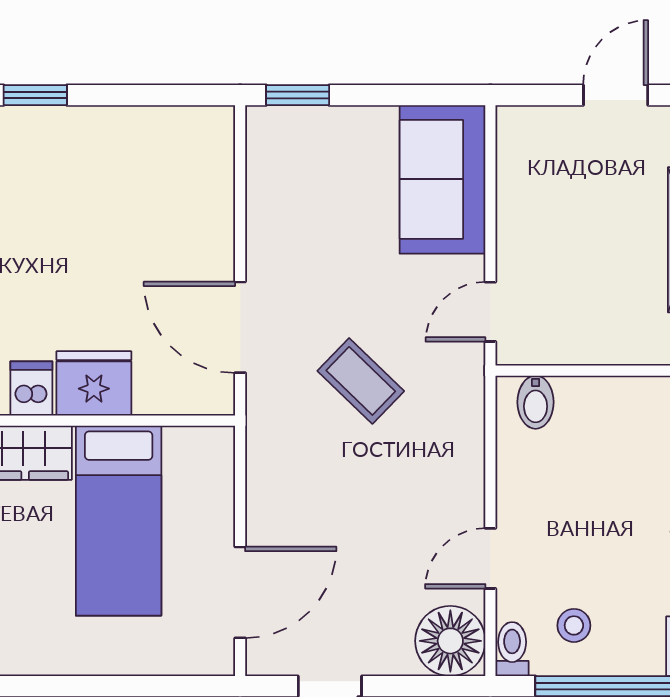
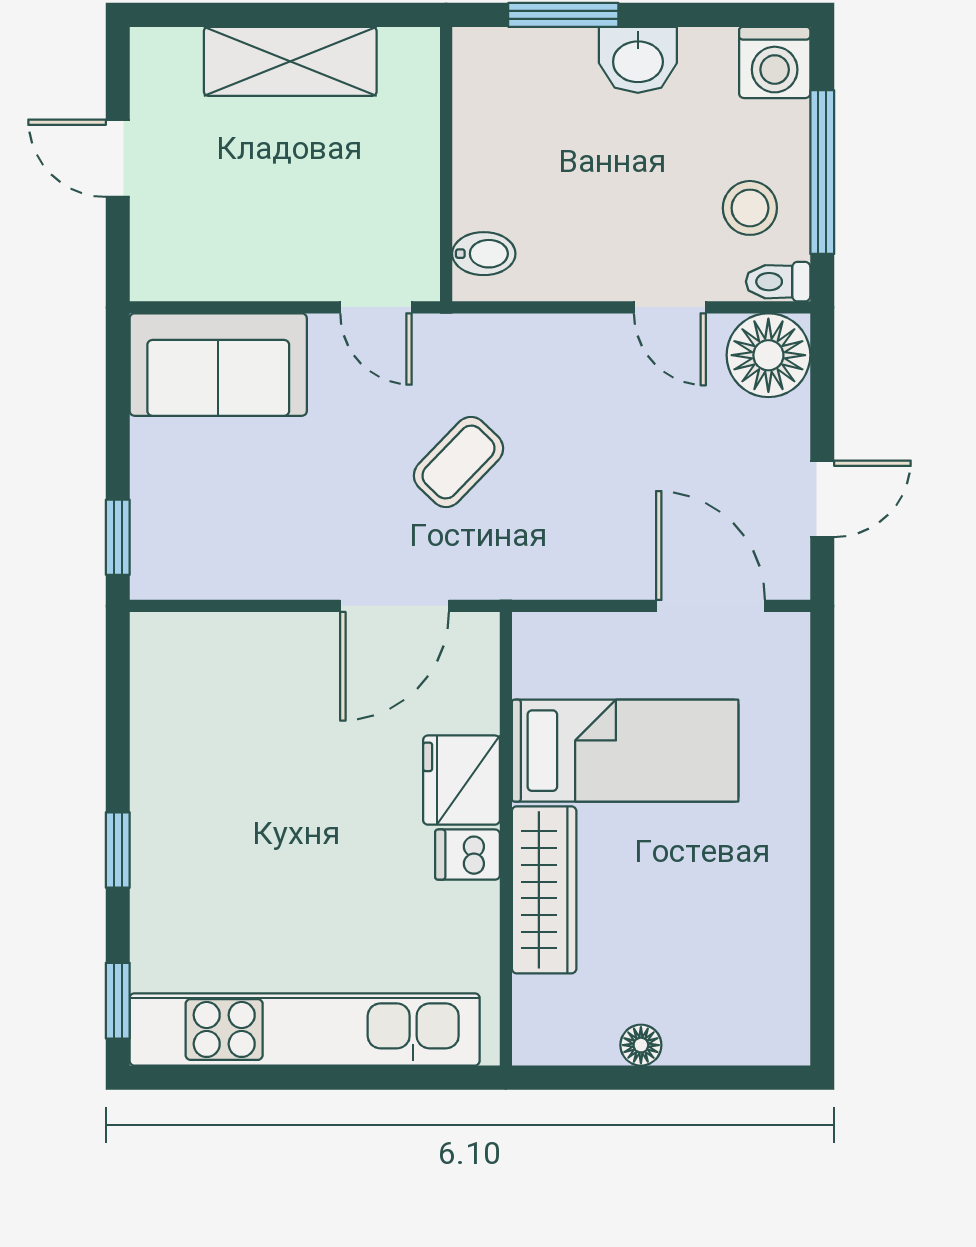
stool: (574, 625) -> (750, 208), width x1.37, depth x1.37

